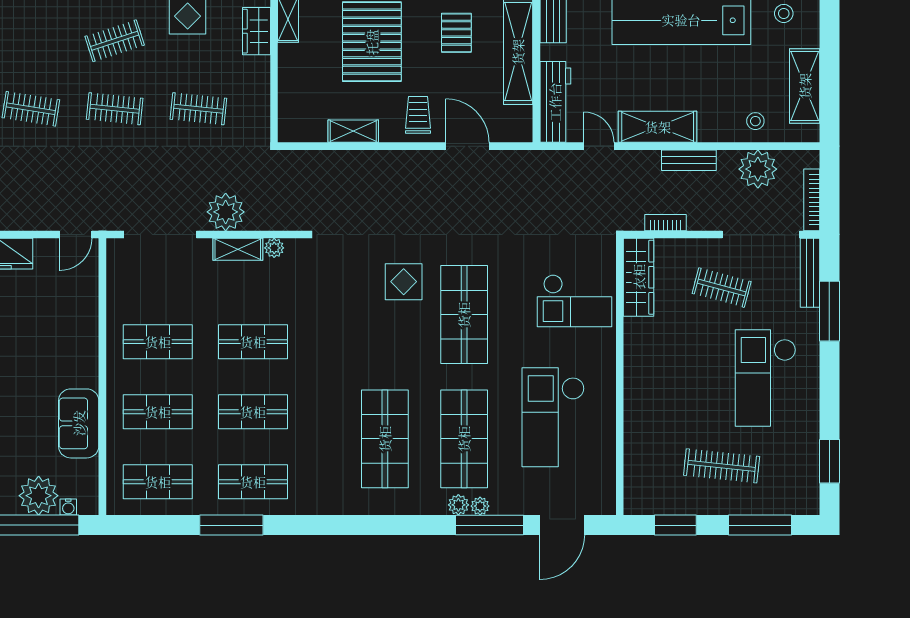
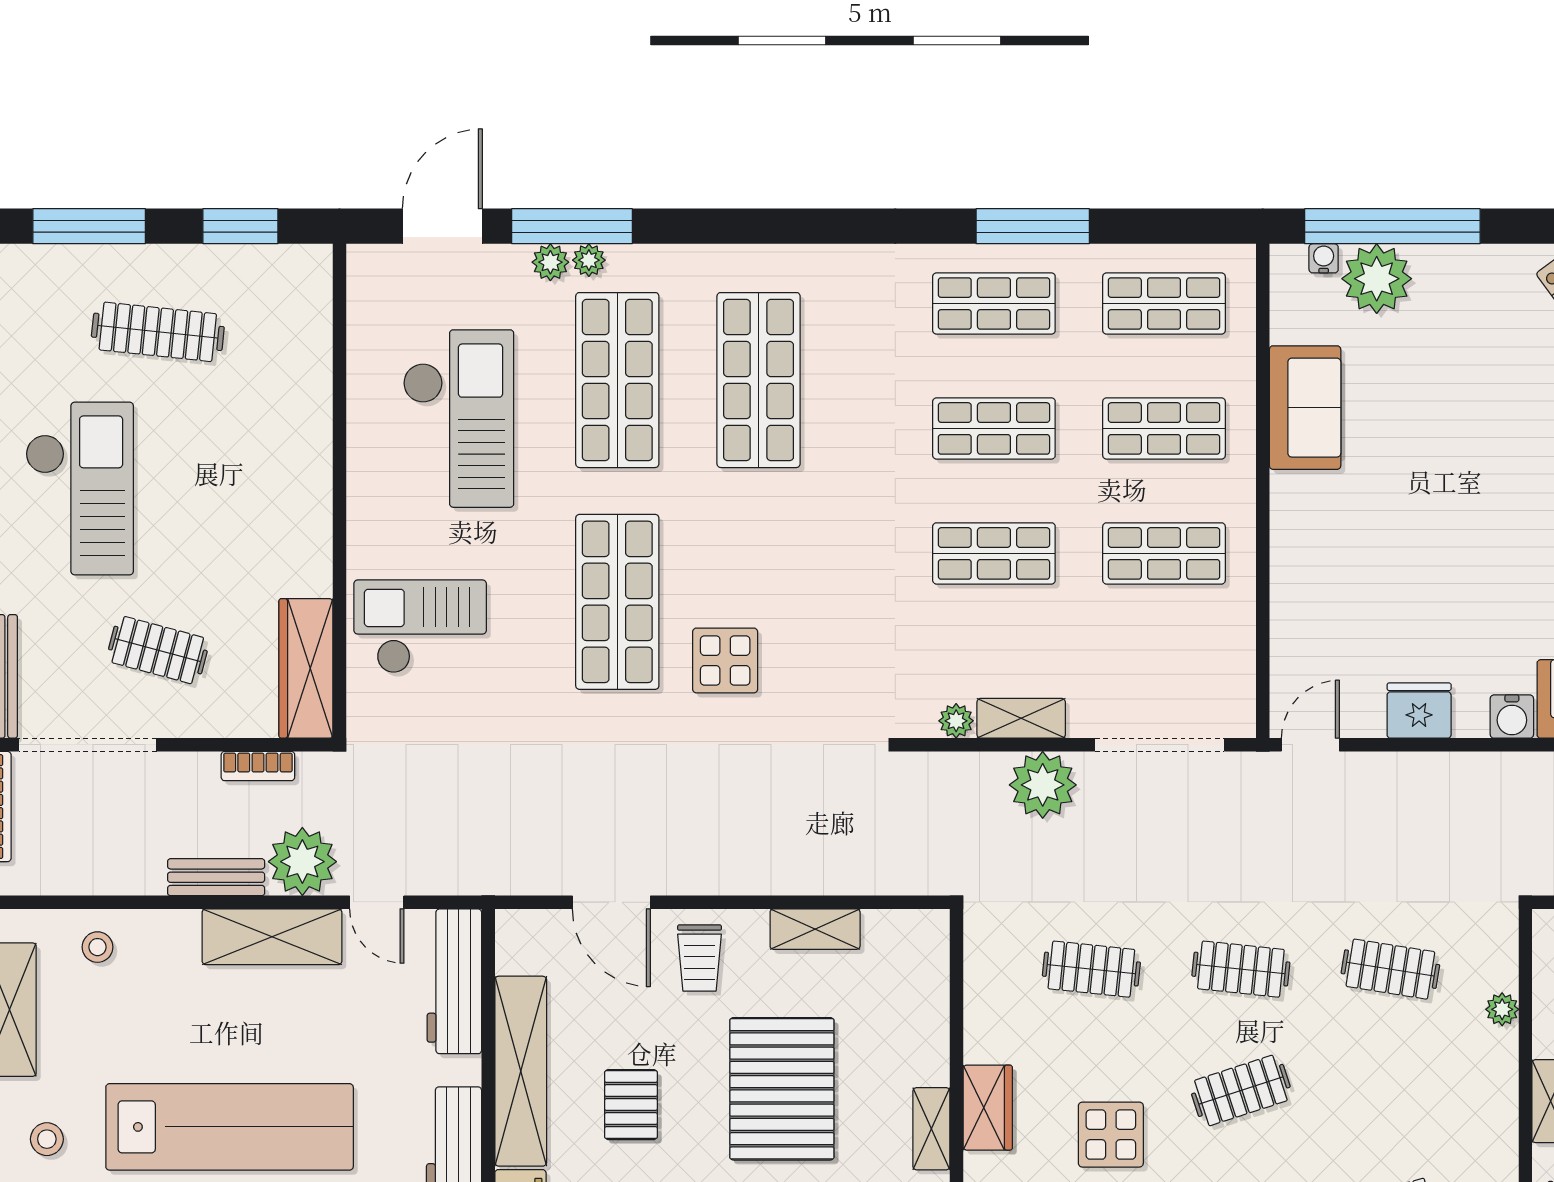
plant: (758, 169) -> (302, 862), moved
plant: (458, 505) -> (550, 262), moved

